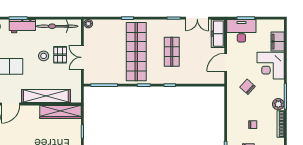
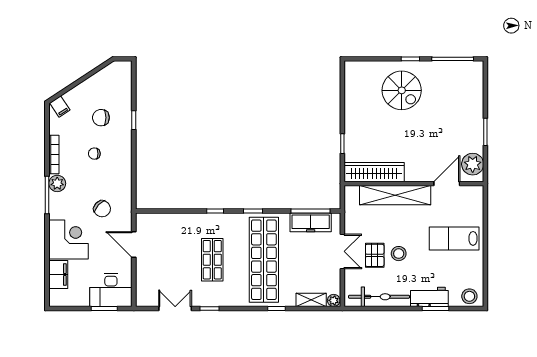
shelving: (104, 24) -> (311, 300), added
freezer: (218, 34) -> (311, 222), moved, turned 90
door: (226, 62) -> (134, 244), swing flipped

